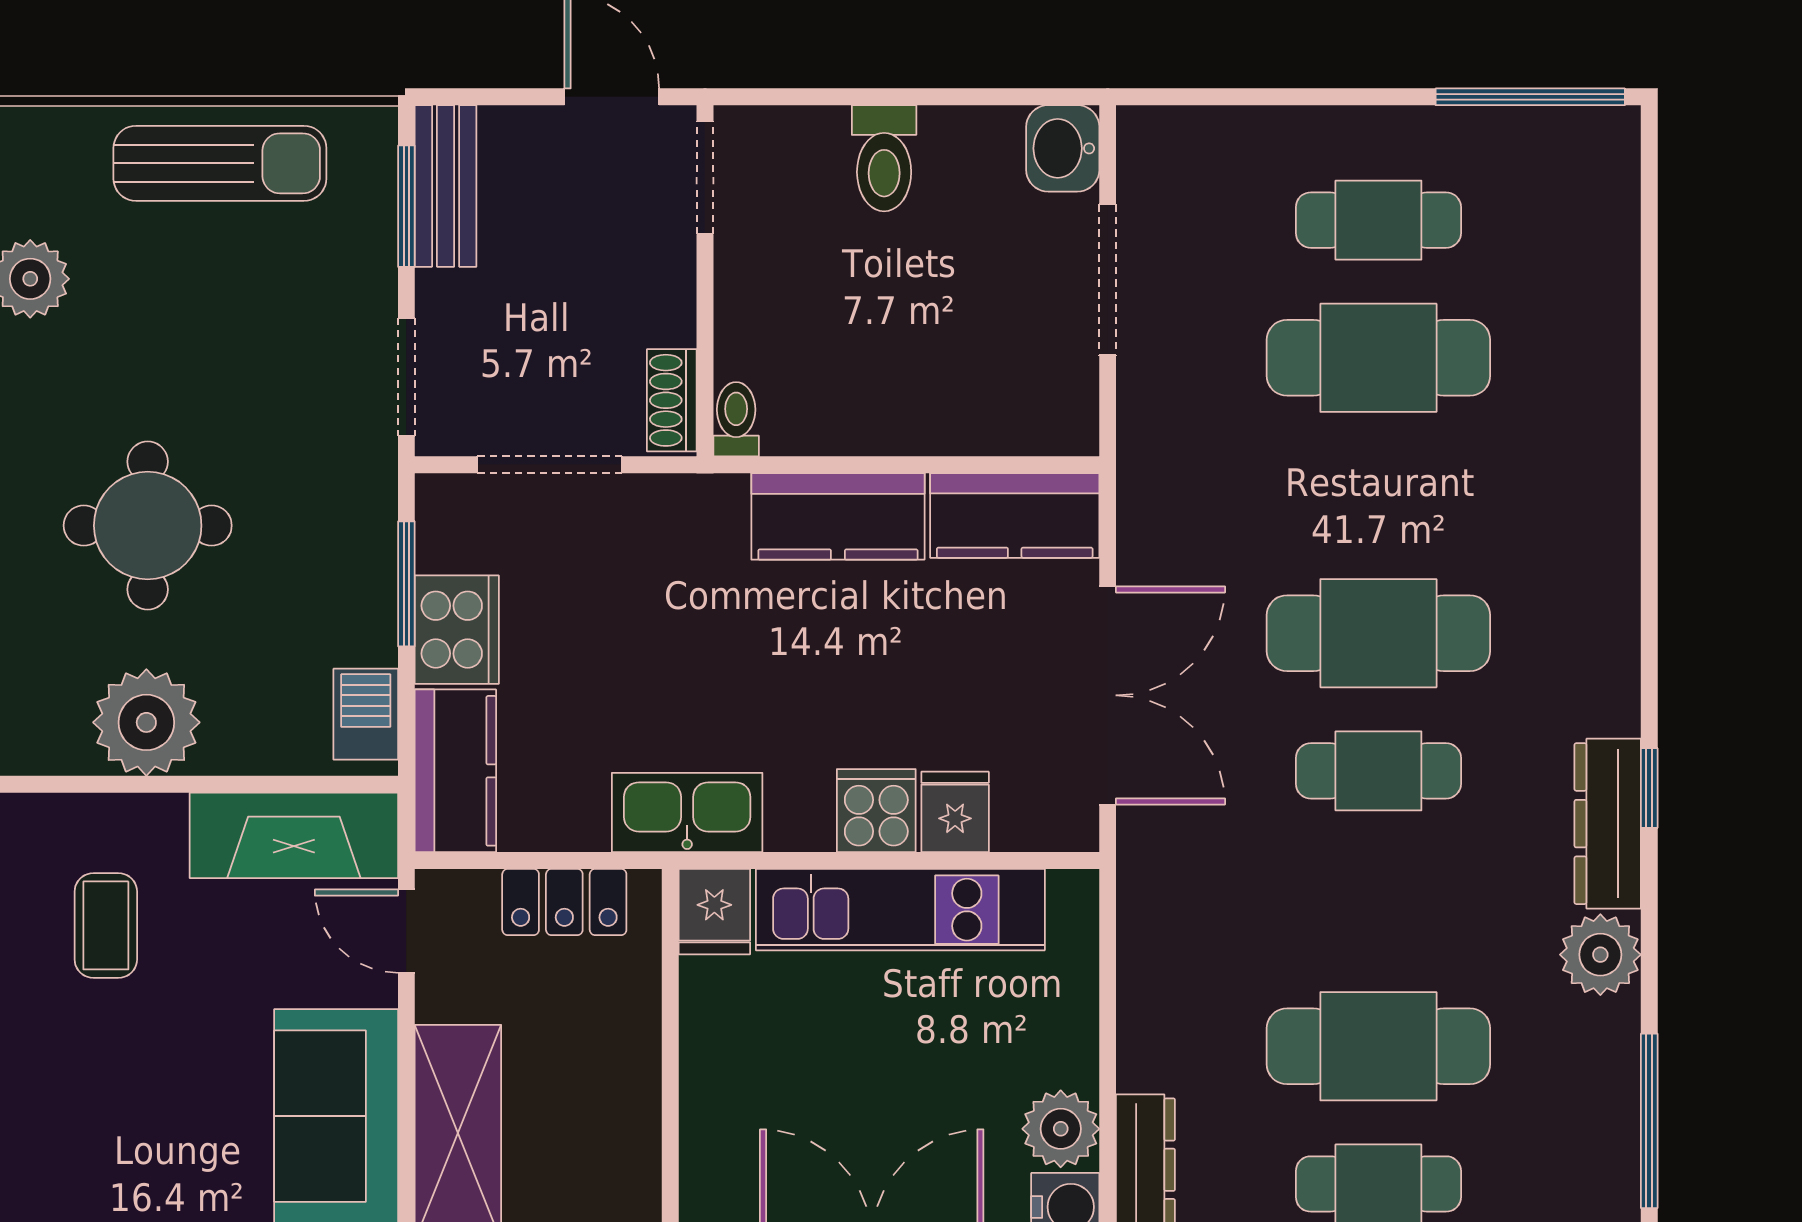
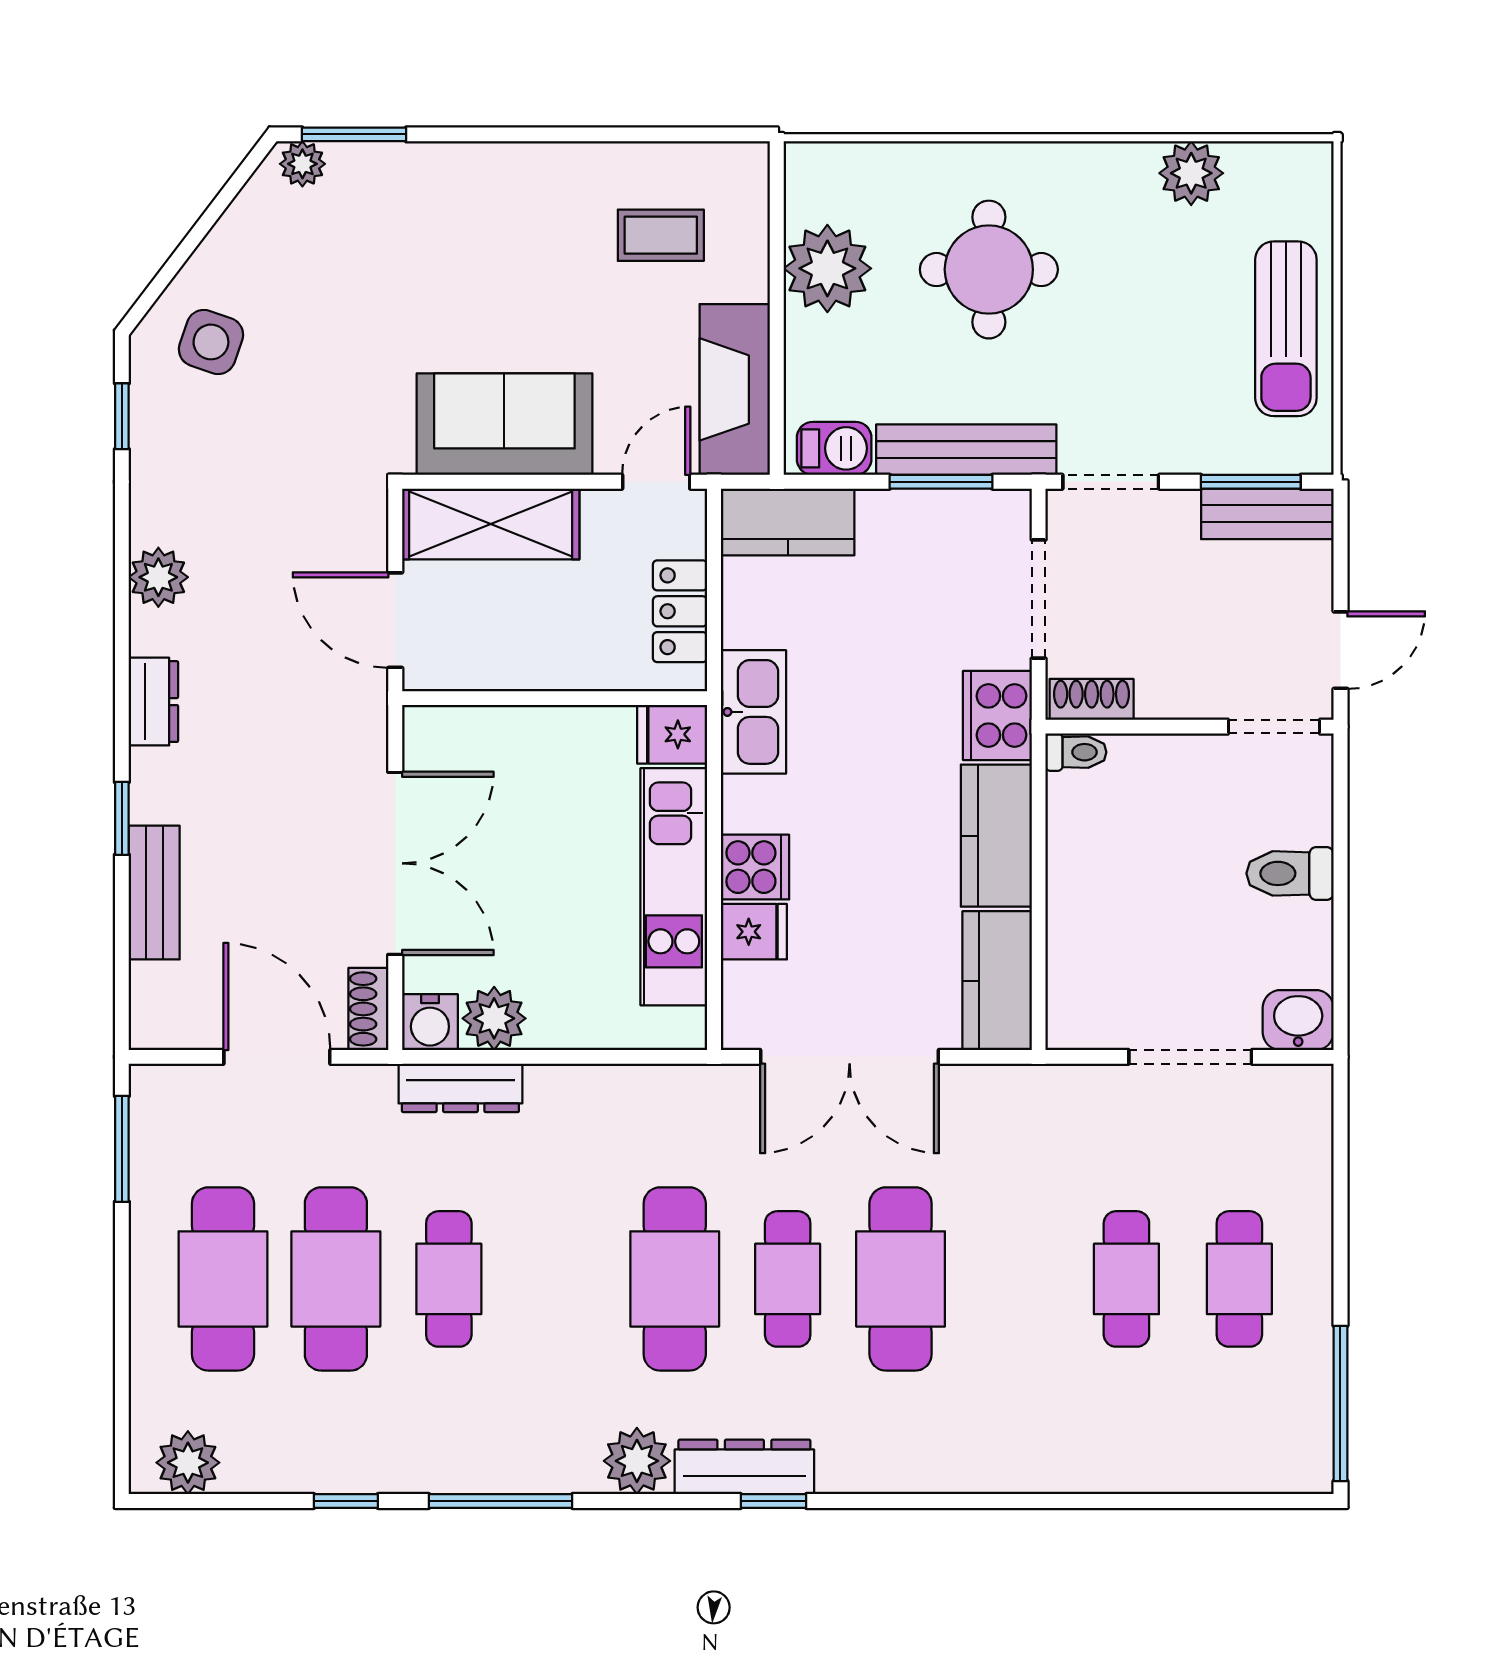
cafe table: (1378, 358) -> (1126, 1279), width x0.73, depth x0.74
bench: (367, 553) -> (966, 450), added
cooker: (457, 630) -> (997, 716), moved, turned 90
cafe table: (1378, 1046) -> (675, 1279), moved

